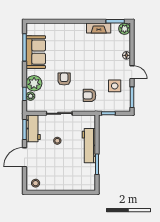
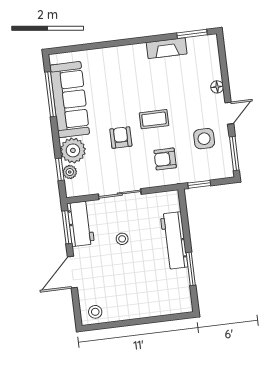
plant: (125, 29) -> (209, 44), removed
sofa: (36, 52) -> (70, 100), width x1.36
coffee table: (86, 70) -> (154, 119), added
door: (132, 72) -> (229, 113), hinge flipped

